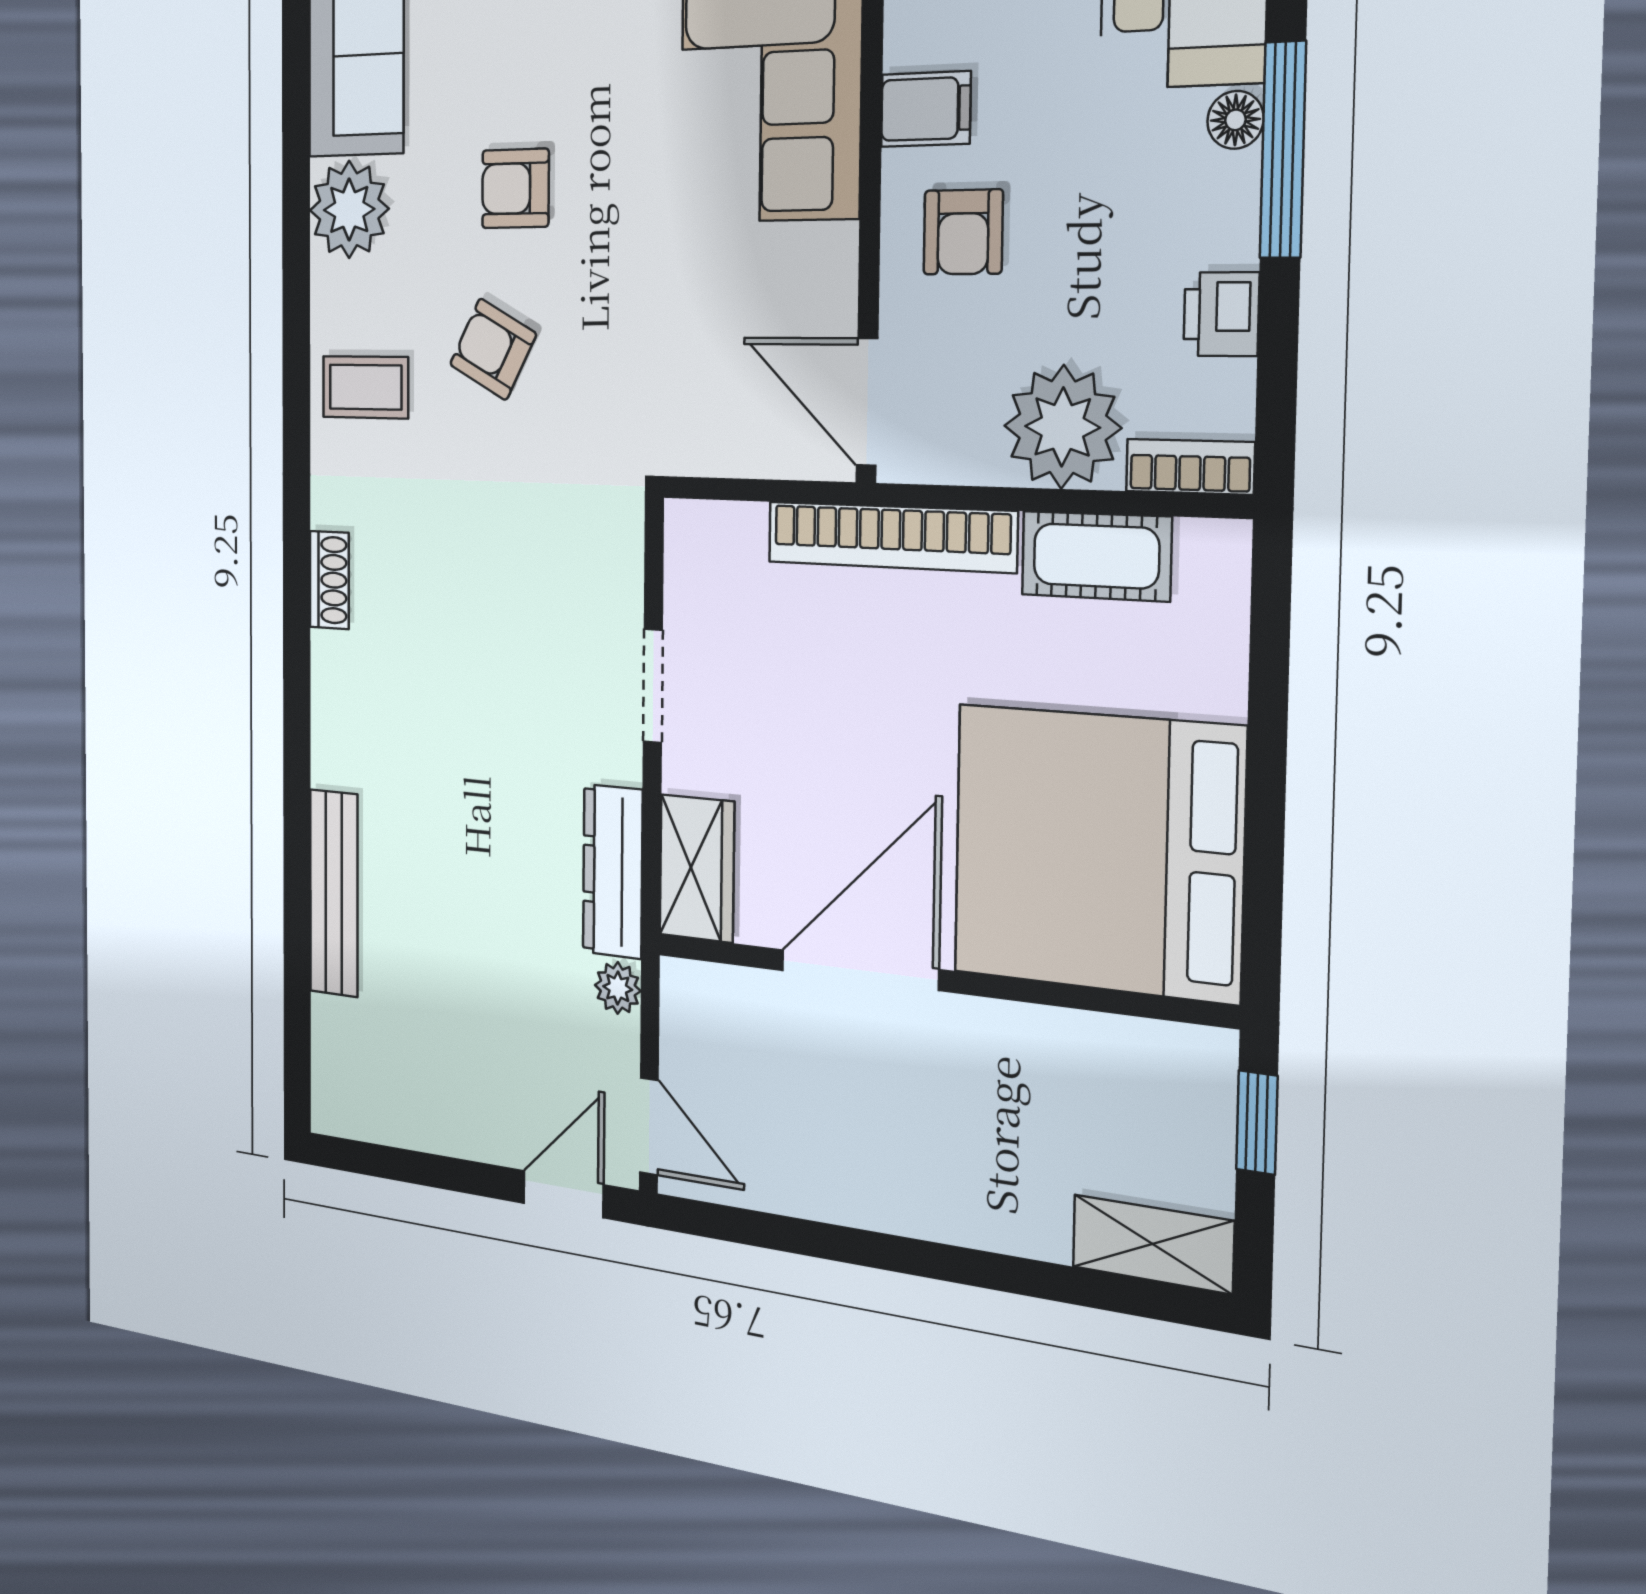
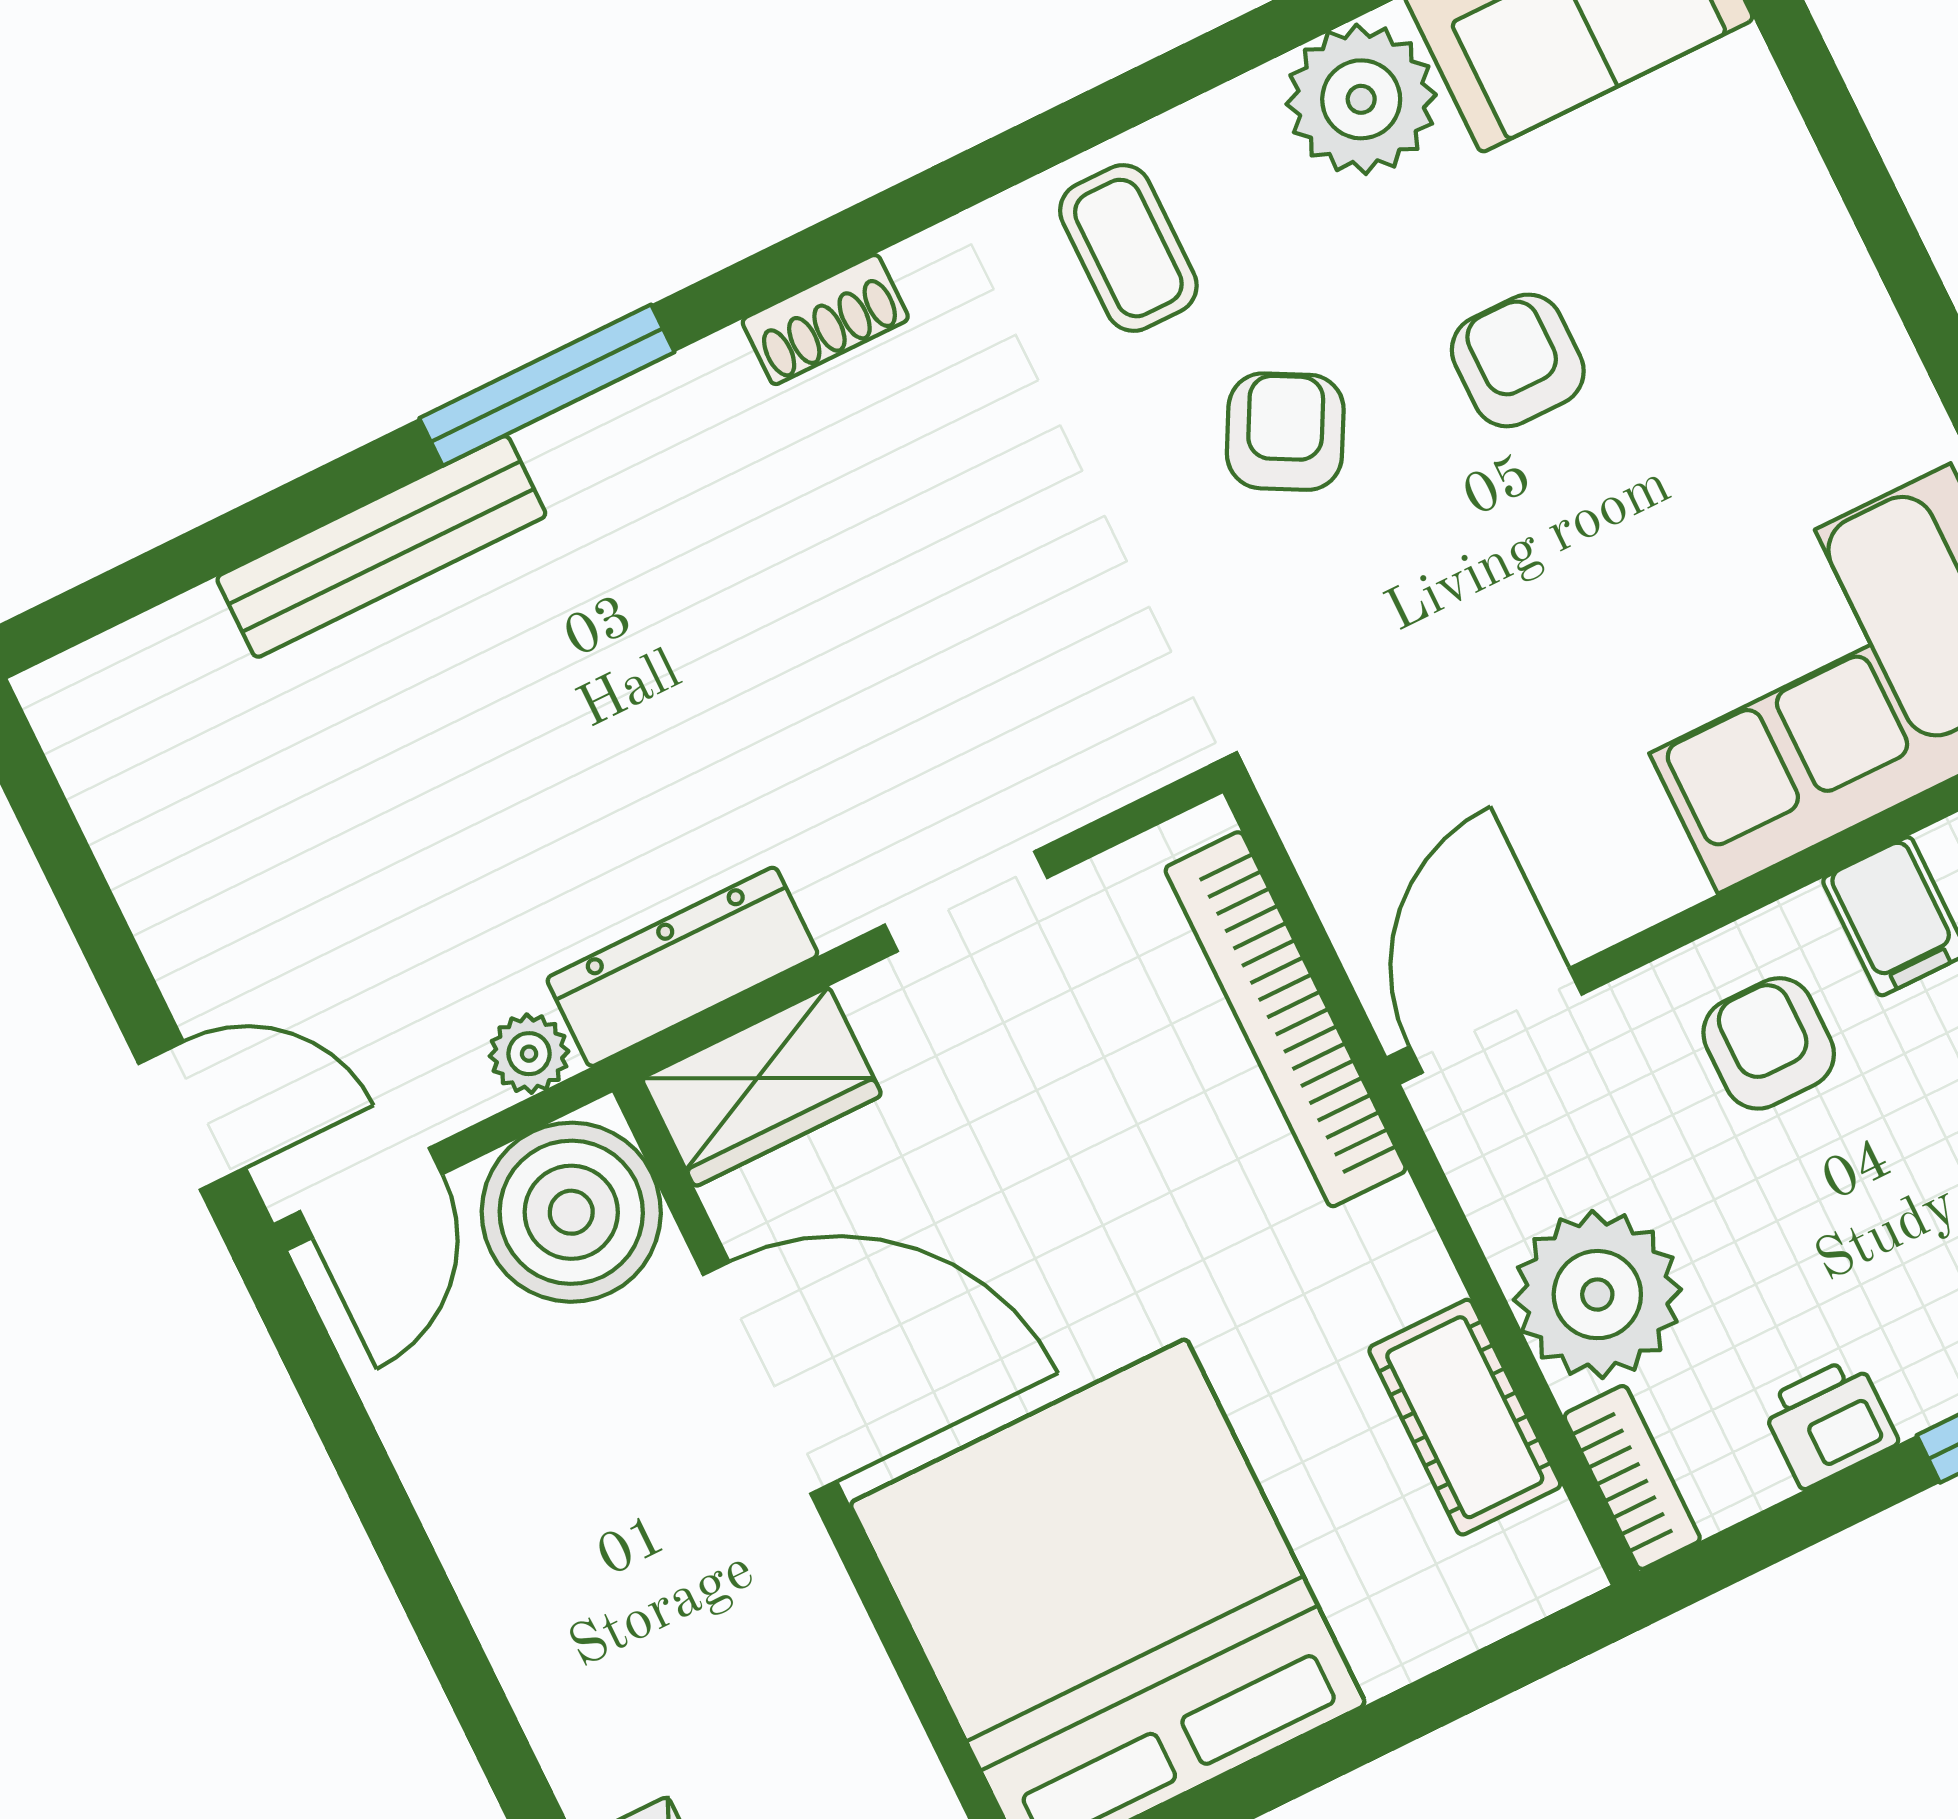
armchair: (963, 232) -> (1769, 1043), turned 90
bookcase: (891, 537) -> (1286, 1019), moved
window: (297, 752) -> (547, 385), added
boiler: (712, 1022) -> (571, 1212), added

